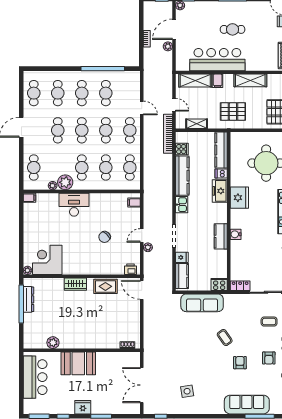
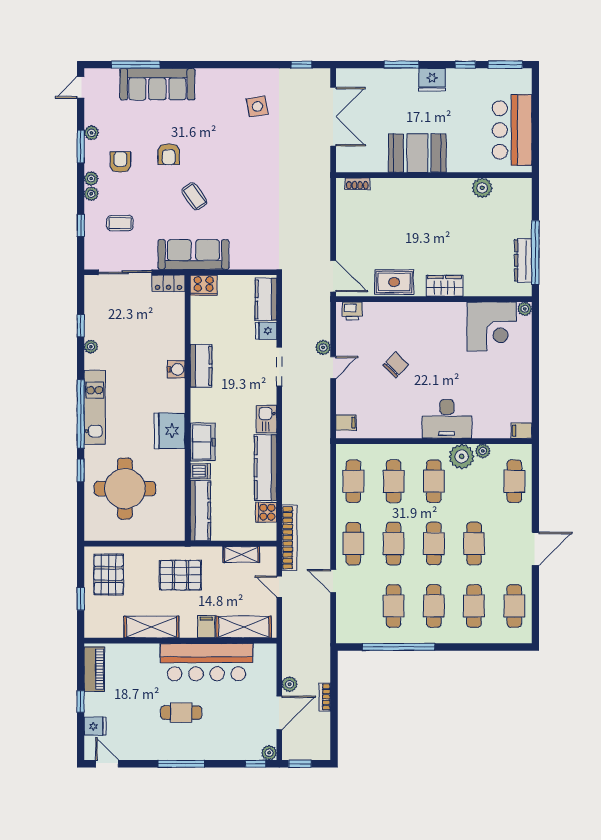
sofa: (202, 303) -> (193, 255), moved
booth: (78, 363) -> (417, 153), moved

